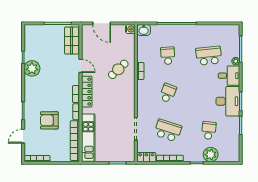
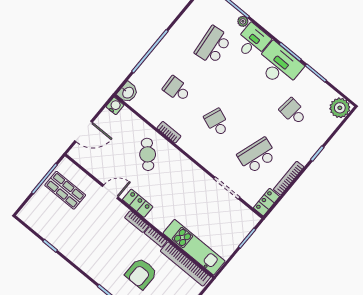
shop shelf: (72, 41) -> (65, 190), moved
plant: (32, 68) -> (70, 246), removed
locker: (87, 92) -> (138, 203), width x0.66
plant: (211, 155) -> (340, 108), moved

